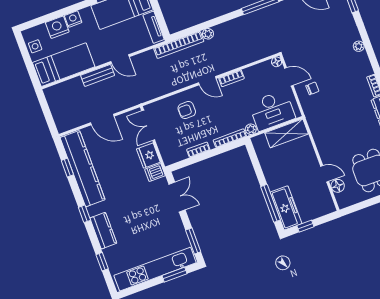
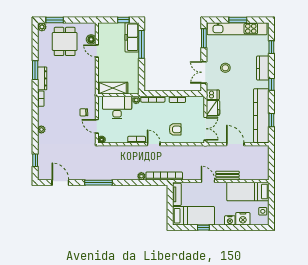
stool: (152, 213) -> (225, 68), added
window: (174, 275) -> (238, 20), moved

